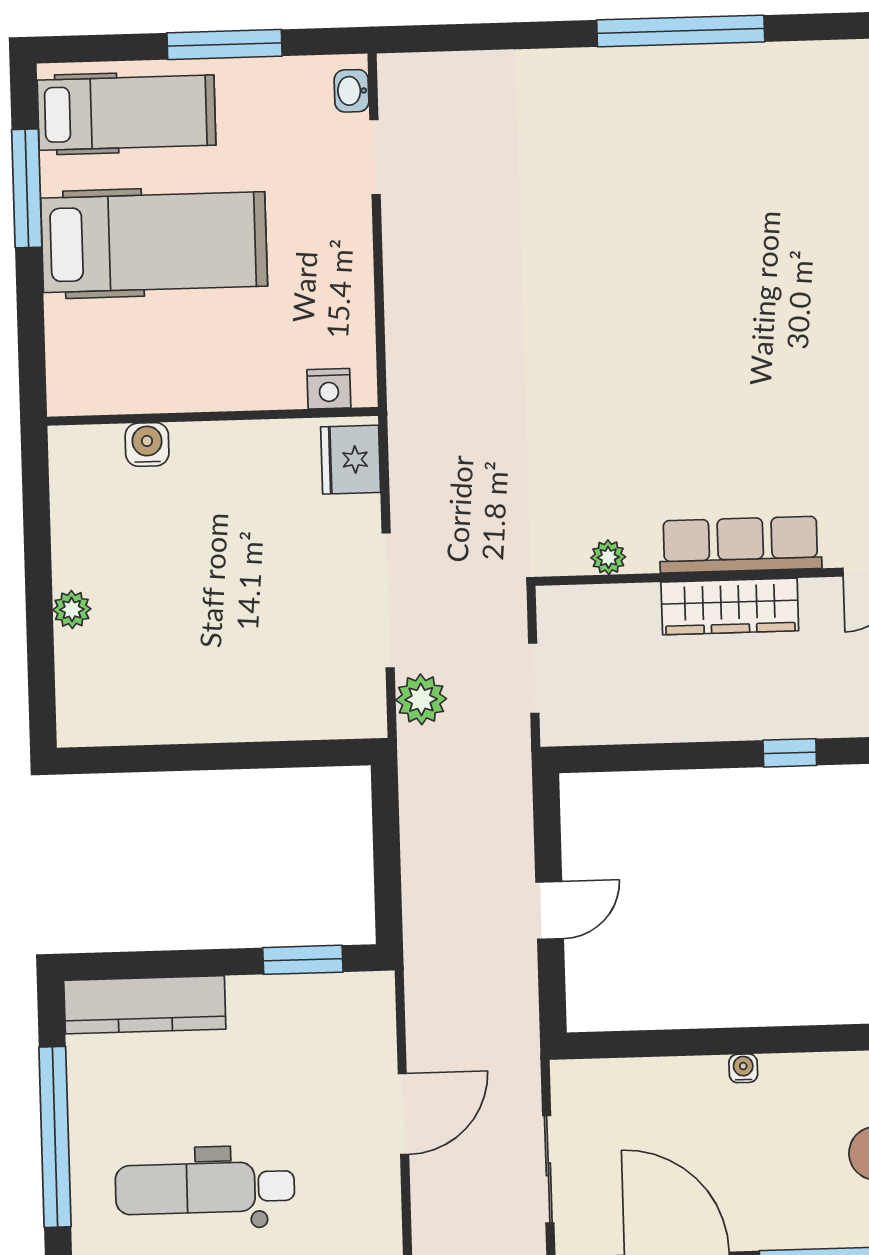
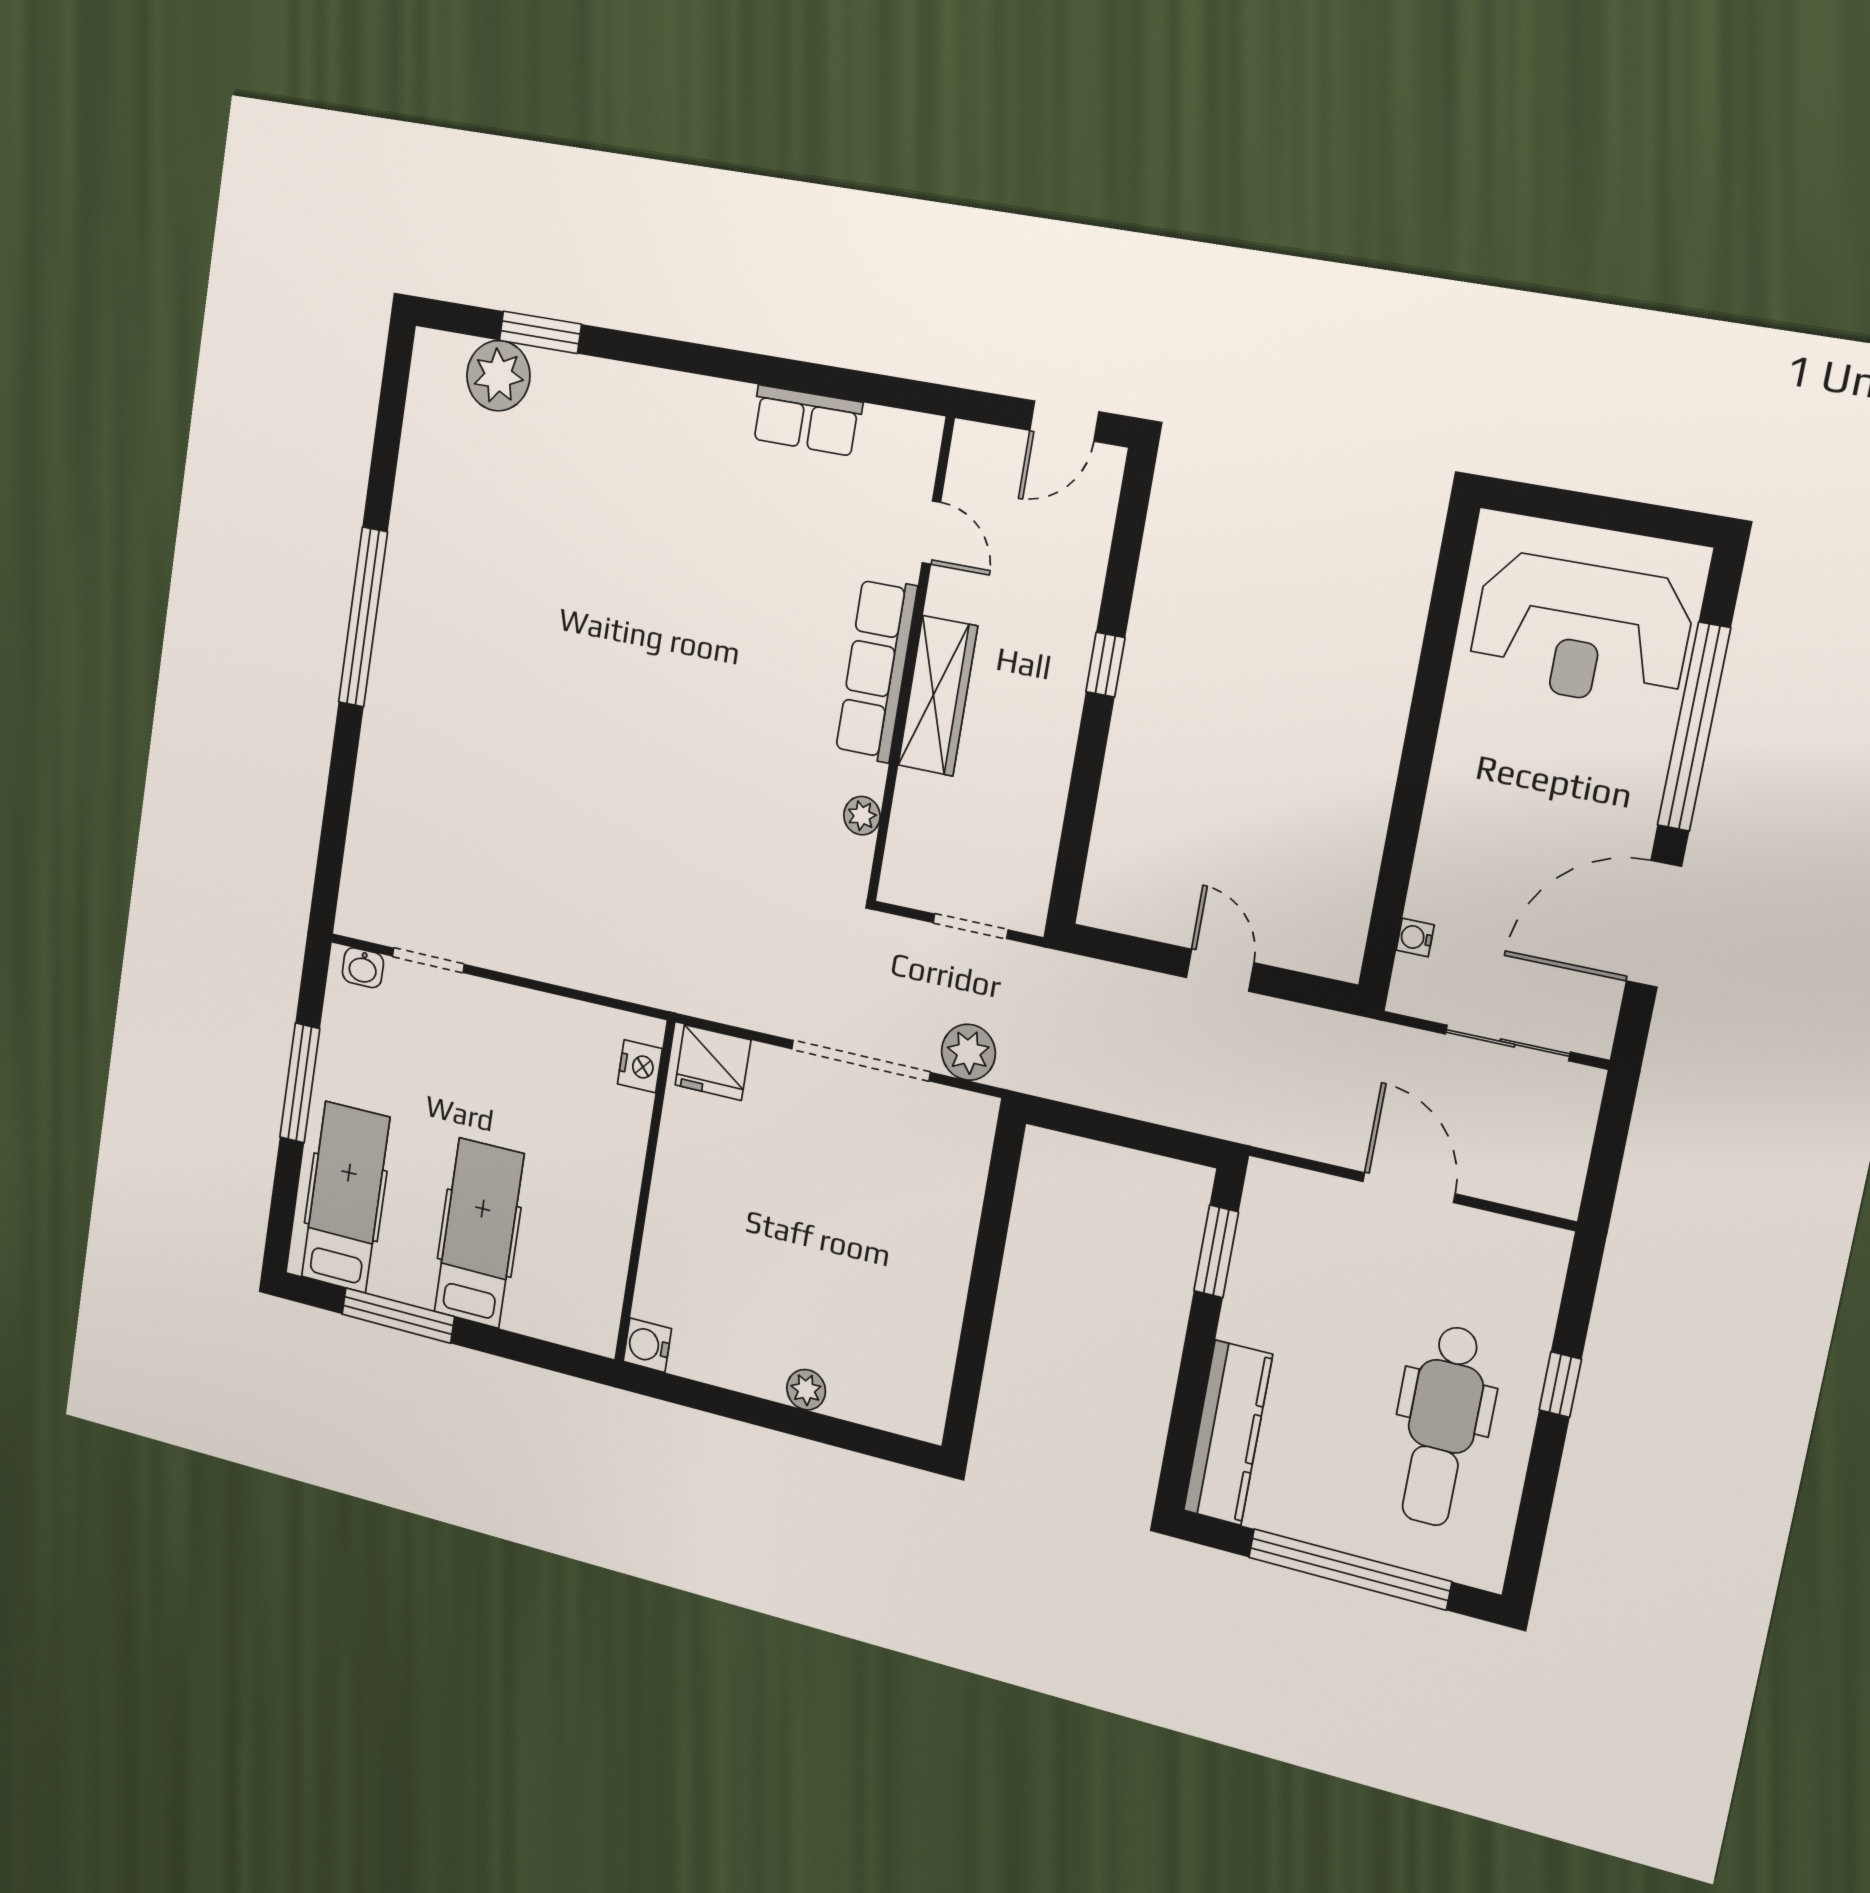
hospital bed: (154, 242) -> (479, 1233), width x0.73, depth x0.78
water cooler: (147, 444) -> (647, 1345), moved
water cooler: (743, 1068) -> (1415, 938), moved

